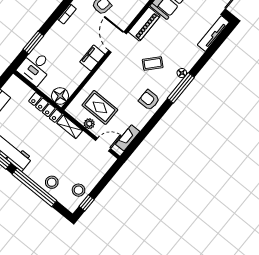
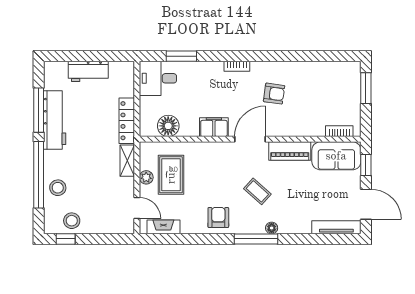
floor lamp: (60, 96) -> (168, 126), moved

